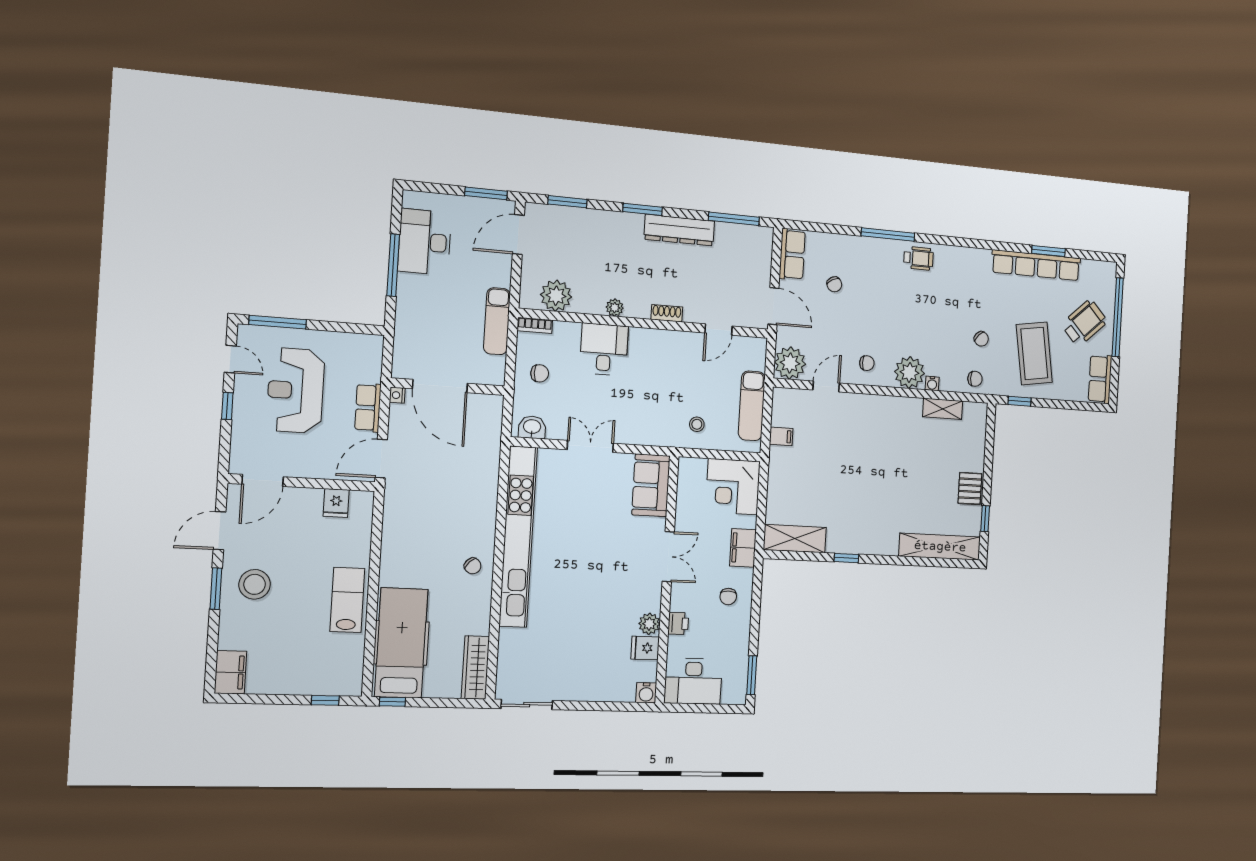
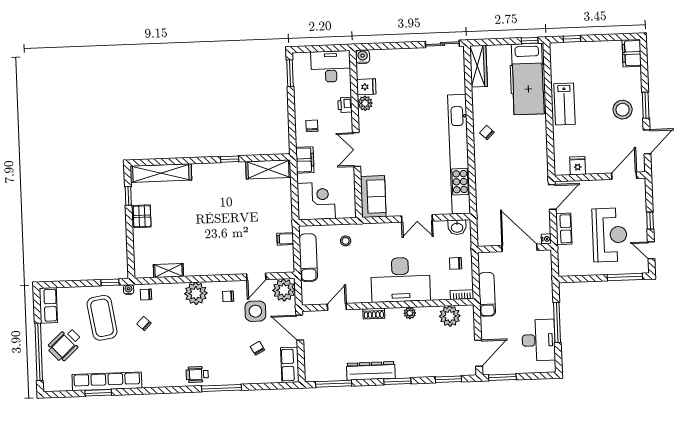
side table: (832, 338) -> (255, 311), added
desk: (604, 349) -> (400, 280), width x1.87, depth x1.30
water cooler: (932, 383) -> (129, 289), moved

